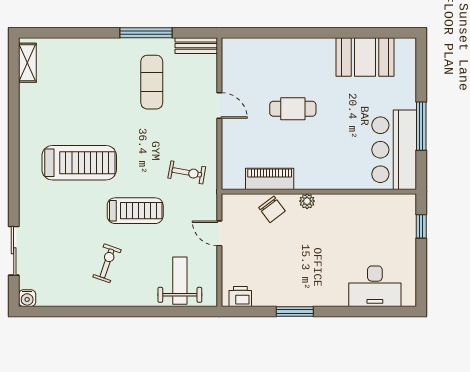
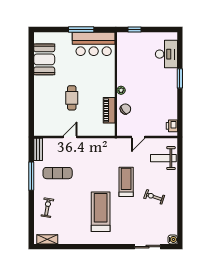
exercise bike: (187, 172) -> (47, 208), moved
window: (295, 312) -> (180, 78), moved

